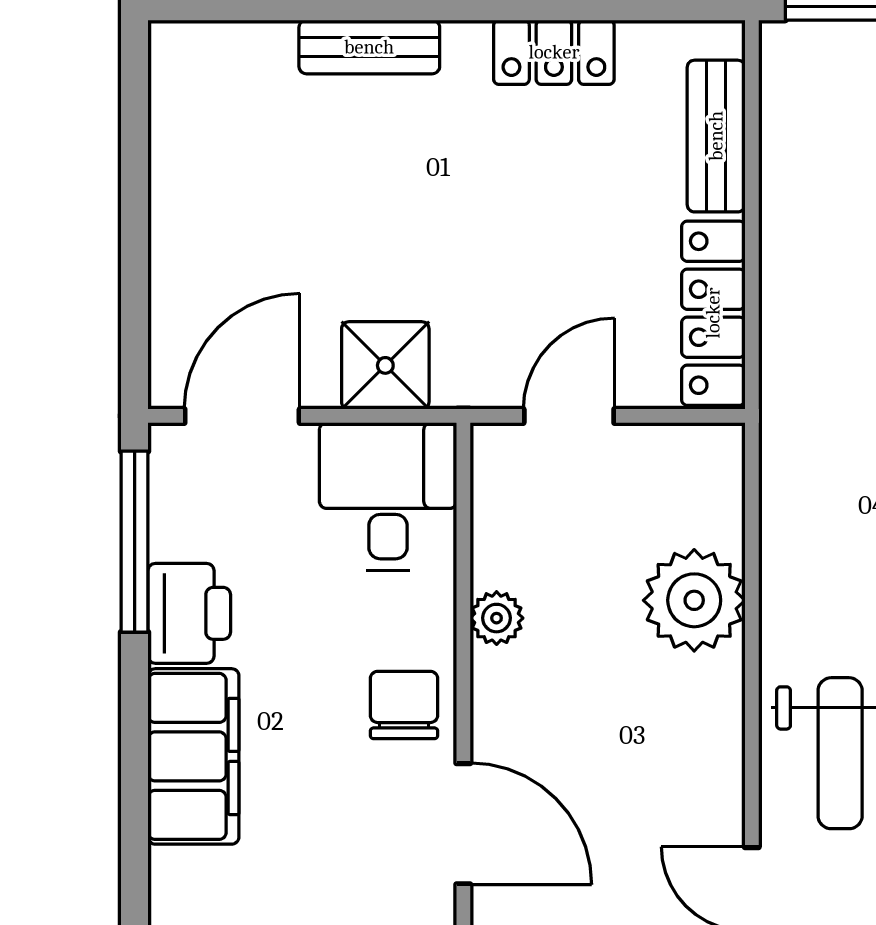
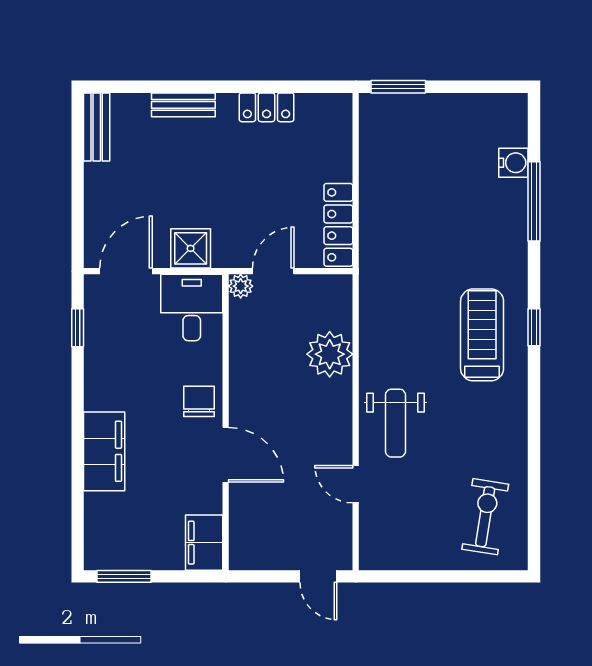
bench: (716, 136) -> (97, 127), moved
window: (135, 542) -> (78, 328), width x0.46
printer: (189, 613) -> (102, 360), removed
plant: (497, 618) -> (241, 286), moved
filing cabinet: (193, 756) -> (104, 451), moved

